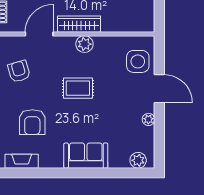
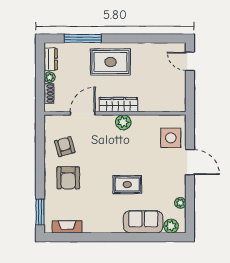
rug: (78, 88) -> (127, 185), moved
plant: (148, 119) -> (180, 203), moved
armchair: (32, 122) -> (68, 178), moved
sofa: (86, 156) -> (143, 222), moved

